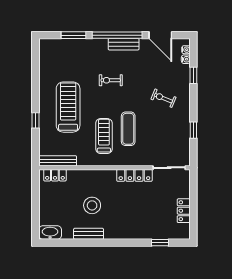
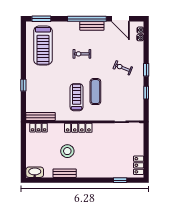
window: (73, 35) -> (41, 19), moved
window: (193, 75) -> (146, 70), moved
treadmill: (68, 107) -> (43, 45), moved, turned 180
locker: (134, 175) -> (78, 128), moved
locker: (184, 211) -> (139, 165), moved

